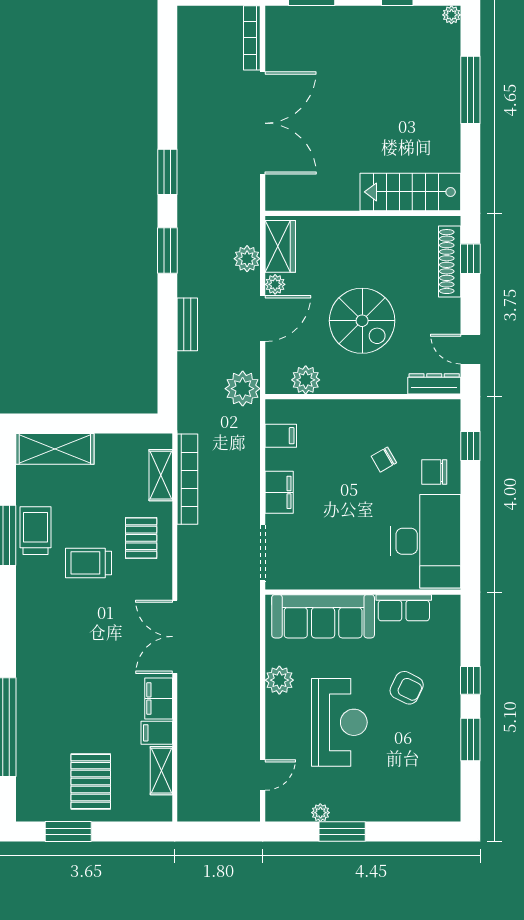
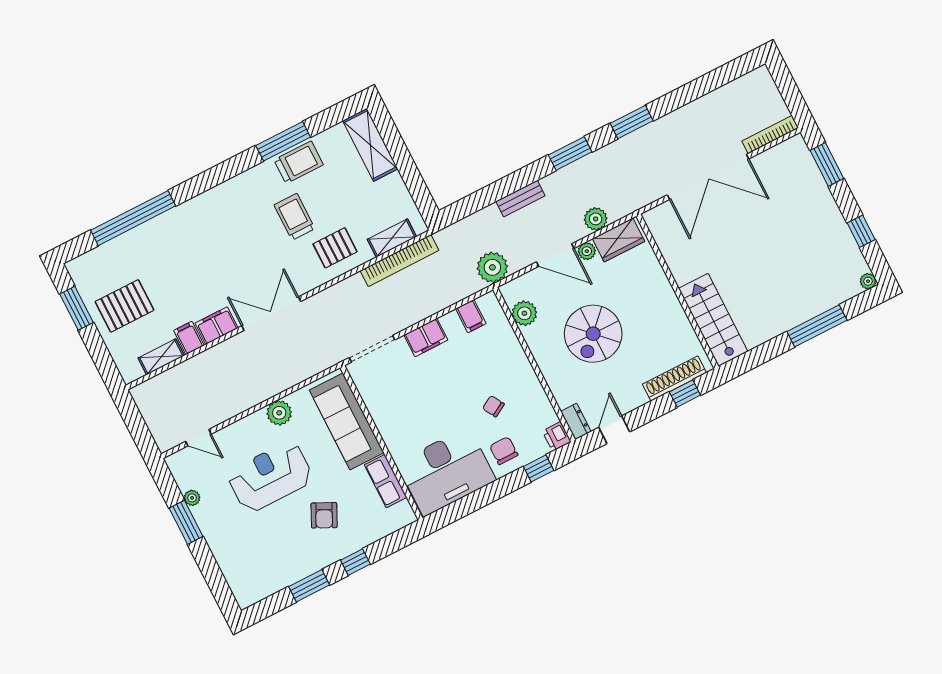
dresser: (434, 384) -> (576, 422), width x0.70
printer: (447, 411) -> (557, 436), added
reception desk: (339, 722) -> (270, 477), turned 180

